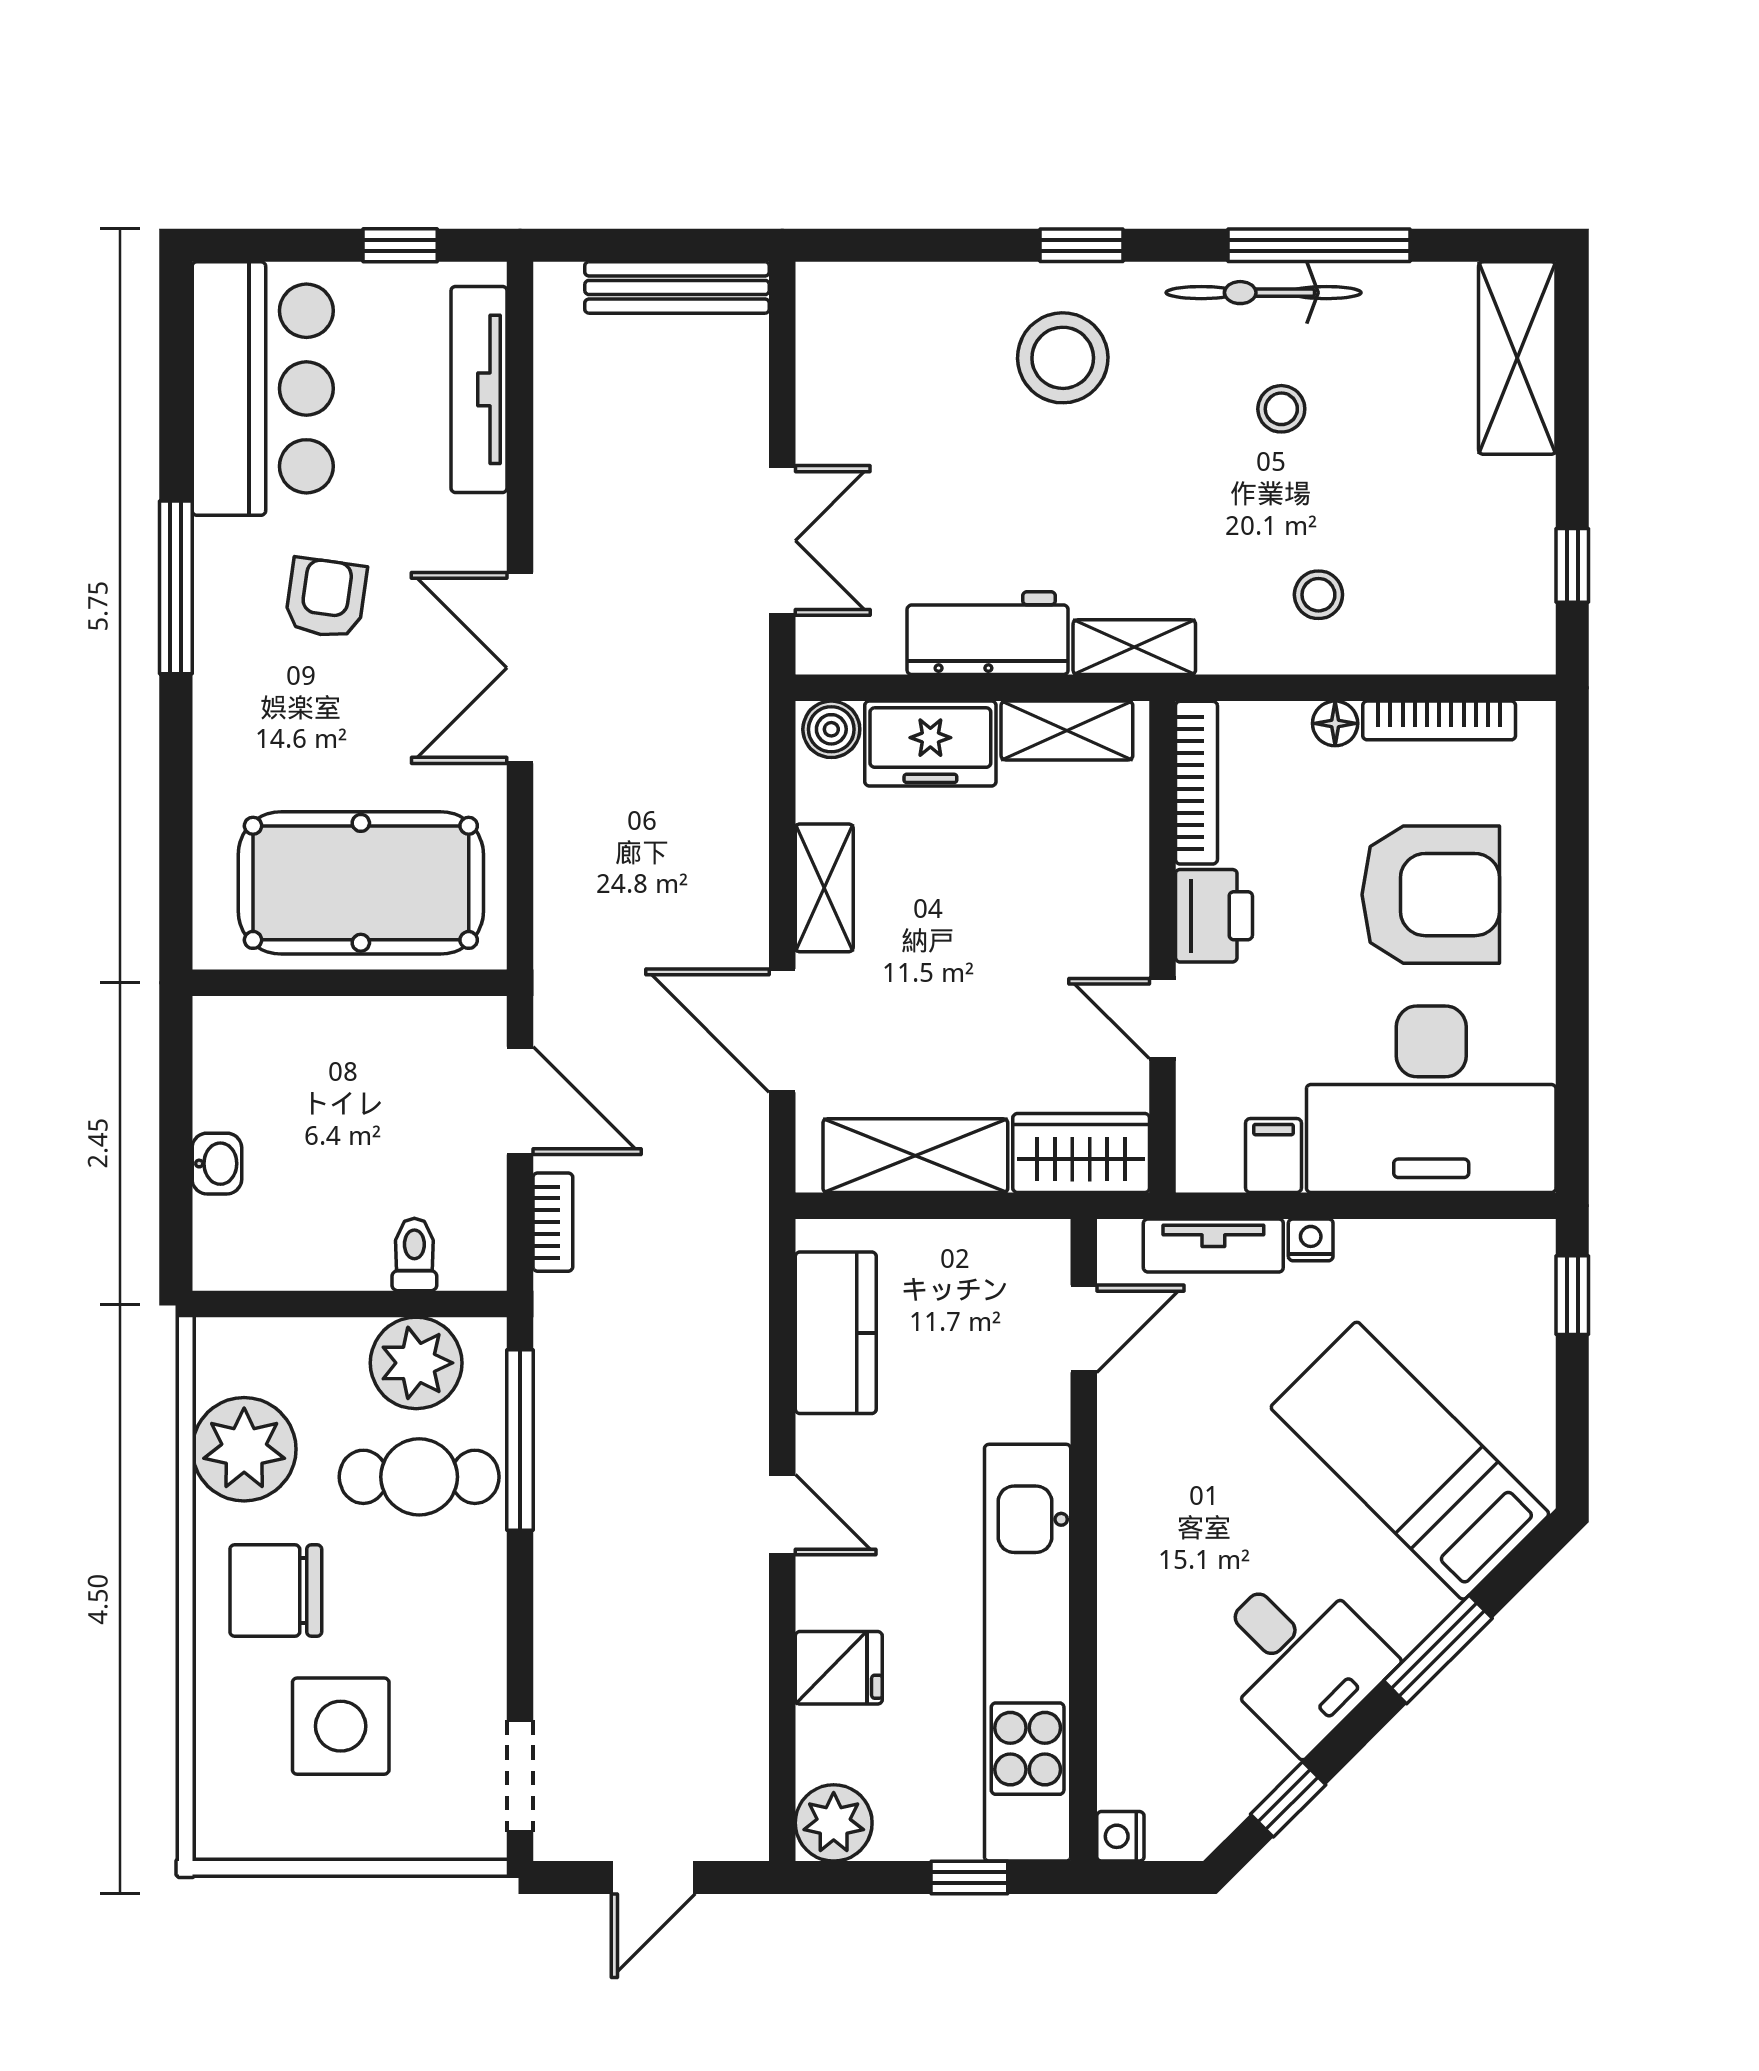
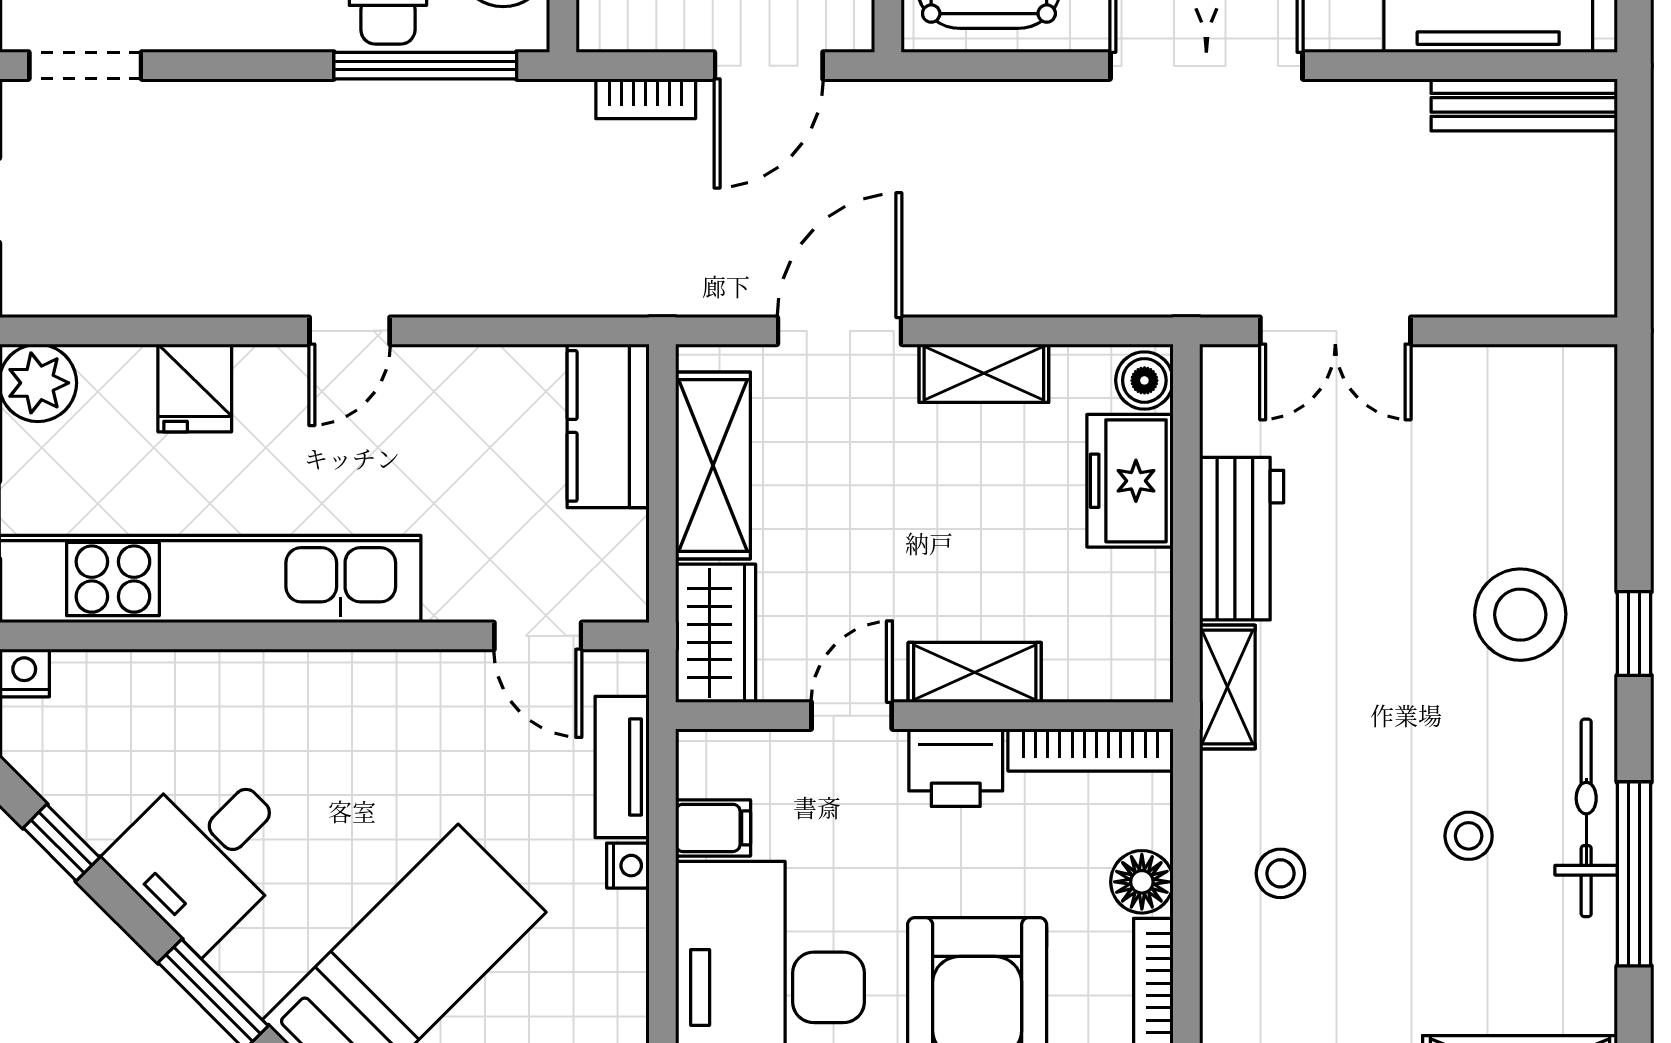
bench: (677, 287) -> (1524, 105), moved, turned 90
floor lamp: (1335, 723) -> (1142, 882), width x1.37, depth x1.37
shelving: (1067, 730) -> (975, 672), moved, turned 90
kitchen counter: (836, 1333) -> (608, 426), moved, turned 90

